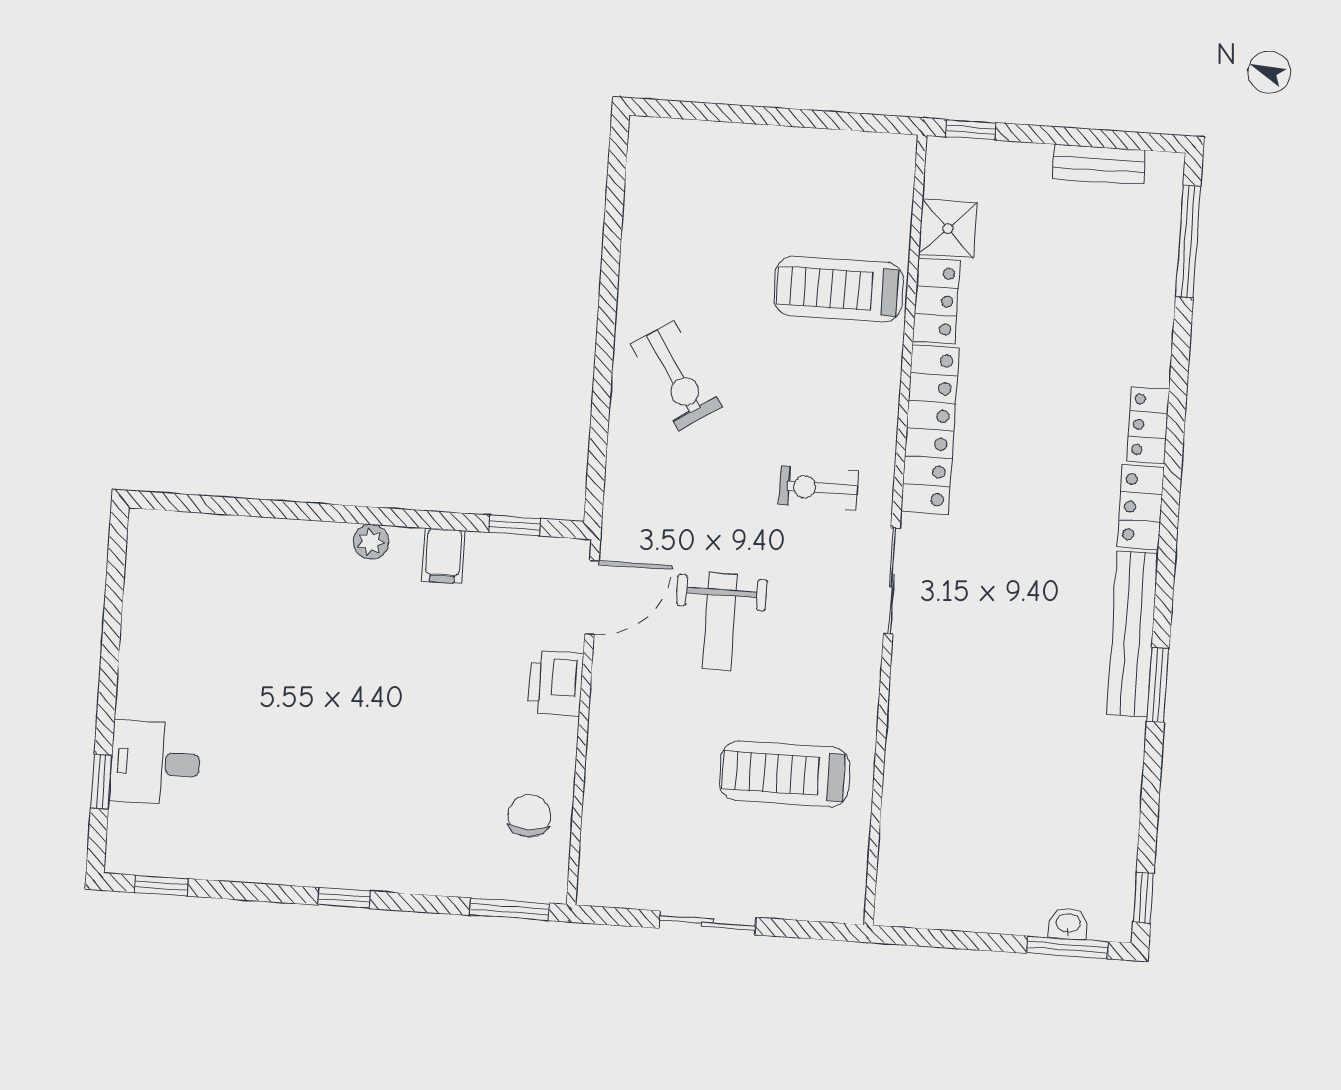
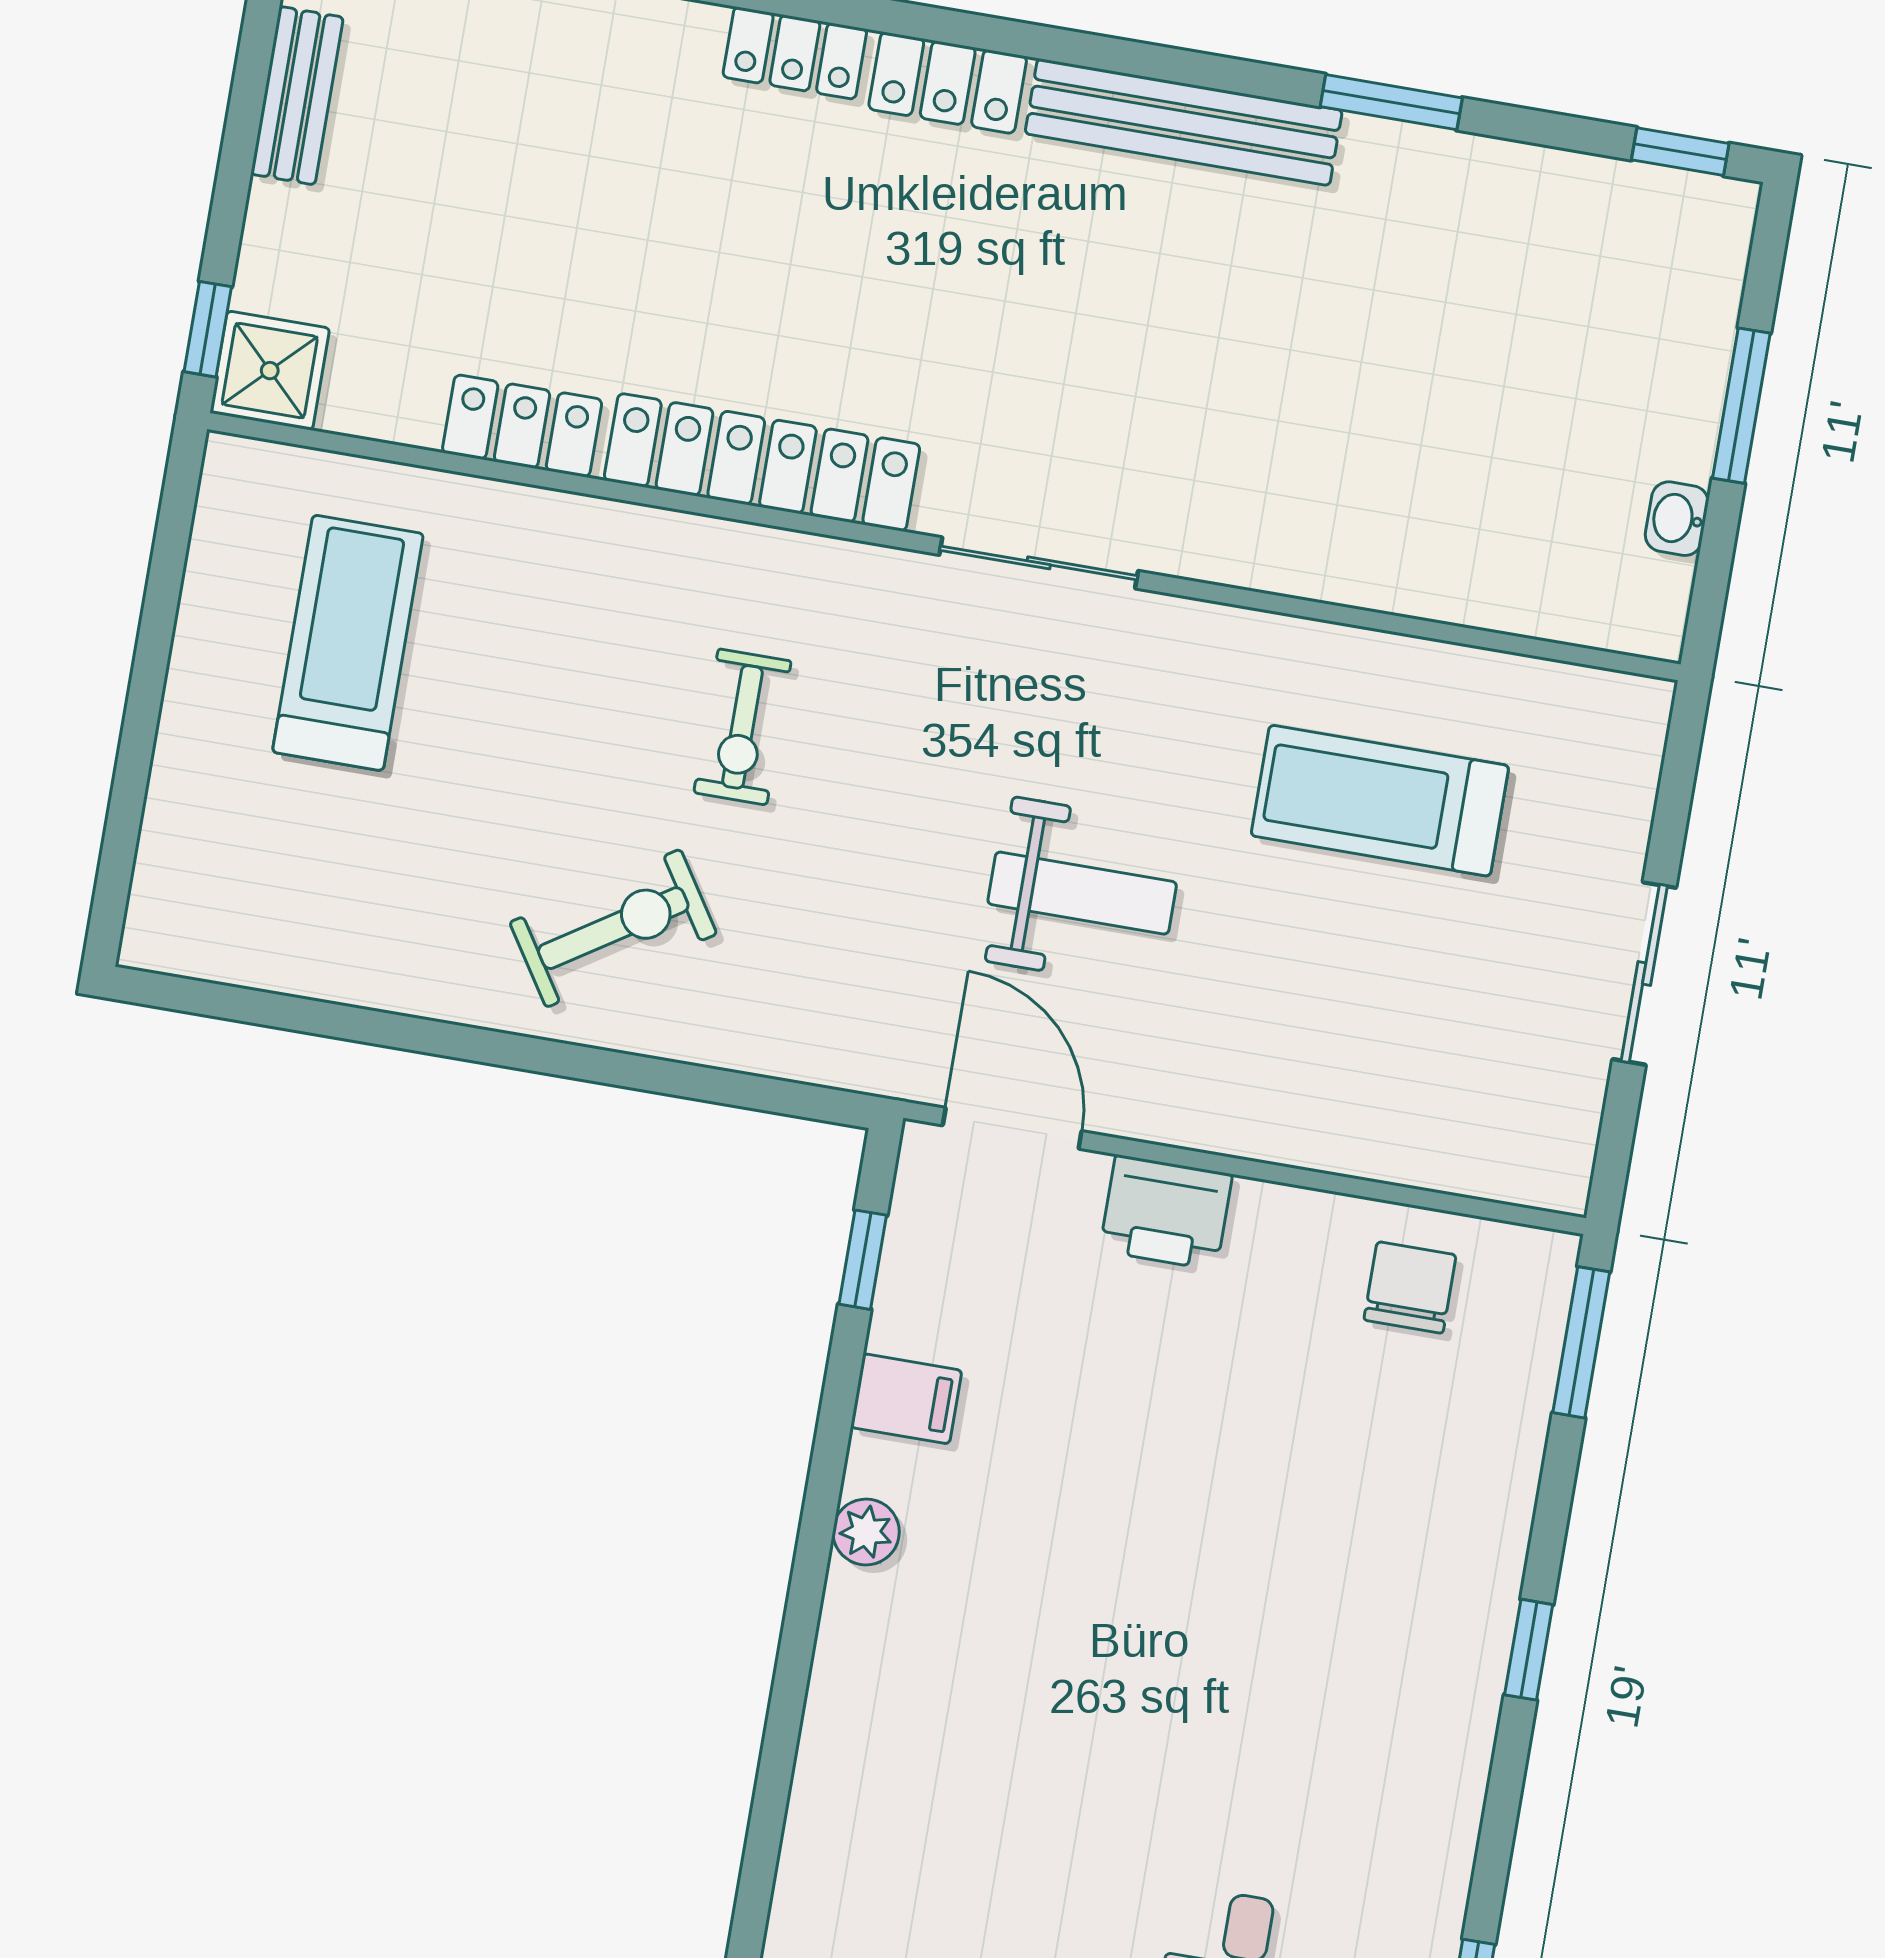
shower: (948, 229) -> (270, 371), moved
treadmill: (839, 289) -> (348, 643), moved, turned 180
exercise bike: (819, 488) -> (743, 727), moved
window: (1158, 685) -> (1391, 102), moved
treadmill: (785, 774) -> (1380, 801), turned 90
chair: (529, 816) -> (1410, 1287), turned 90
washbasin: (1068, 924) -> (1677, 519), moved
window: (1068, 947) -> (1741, 406), moved

